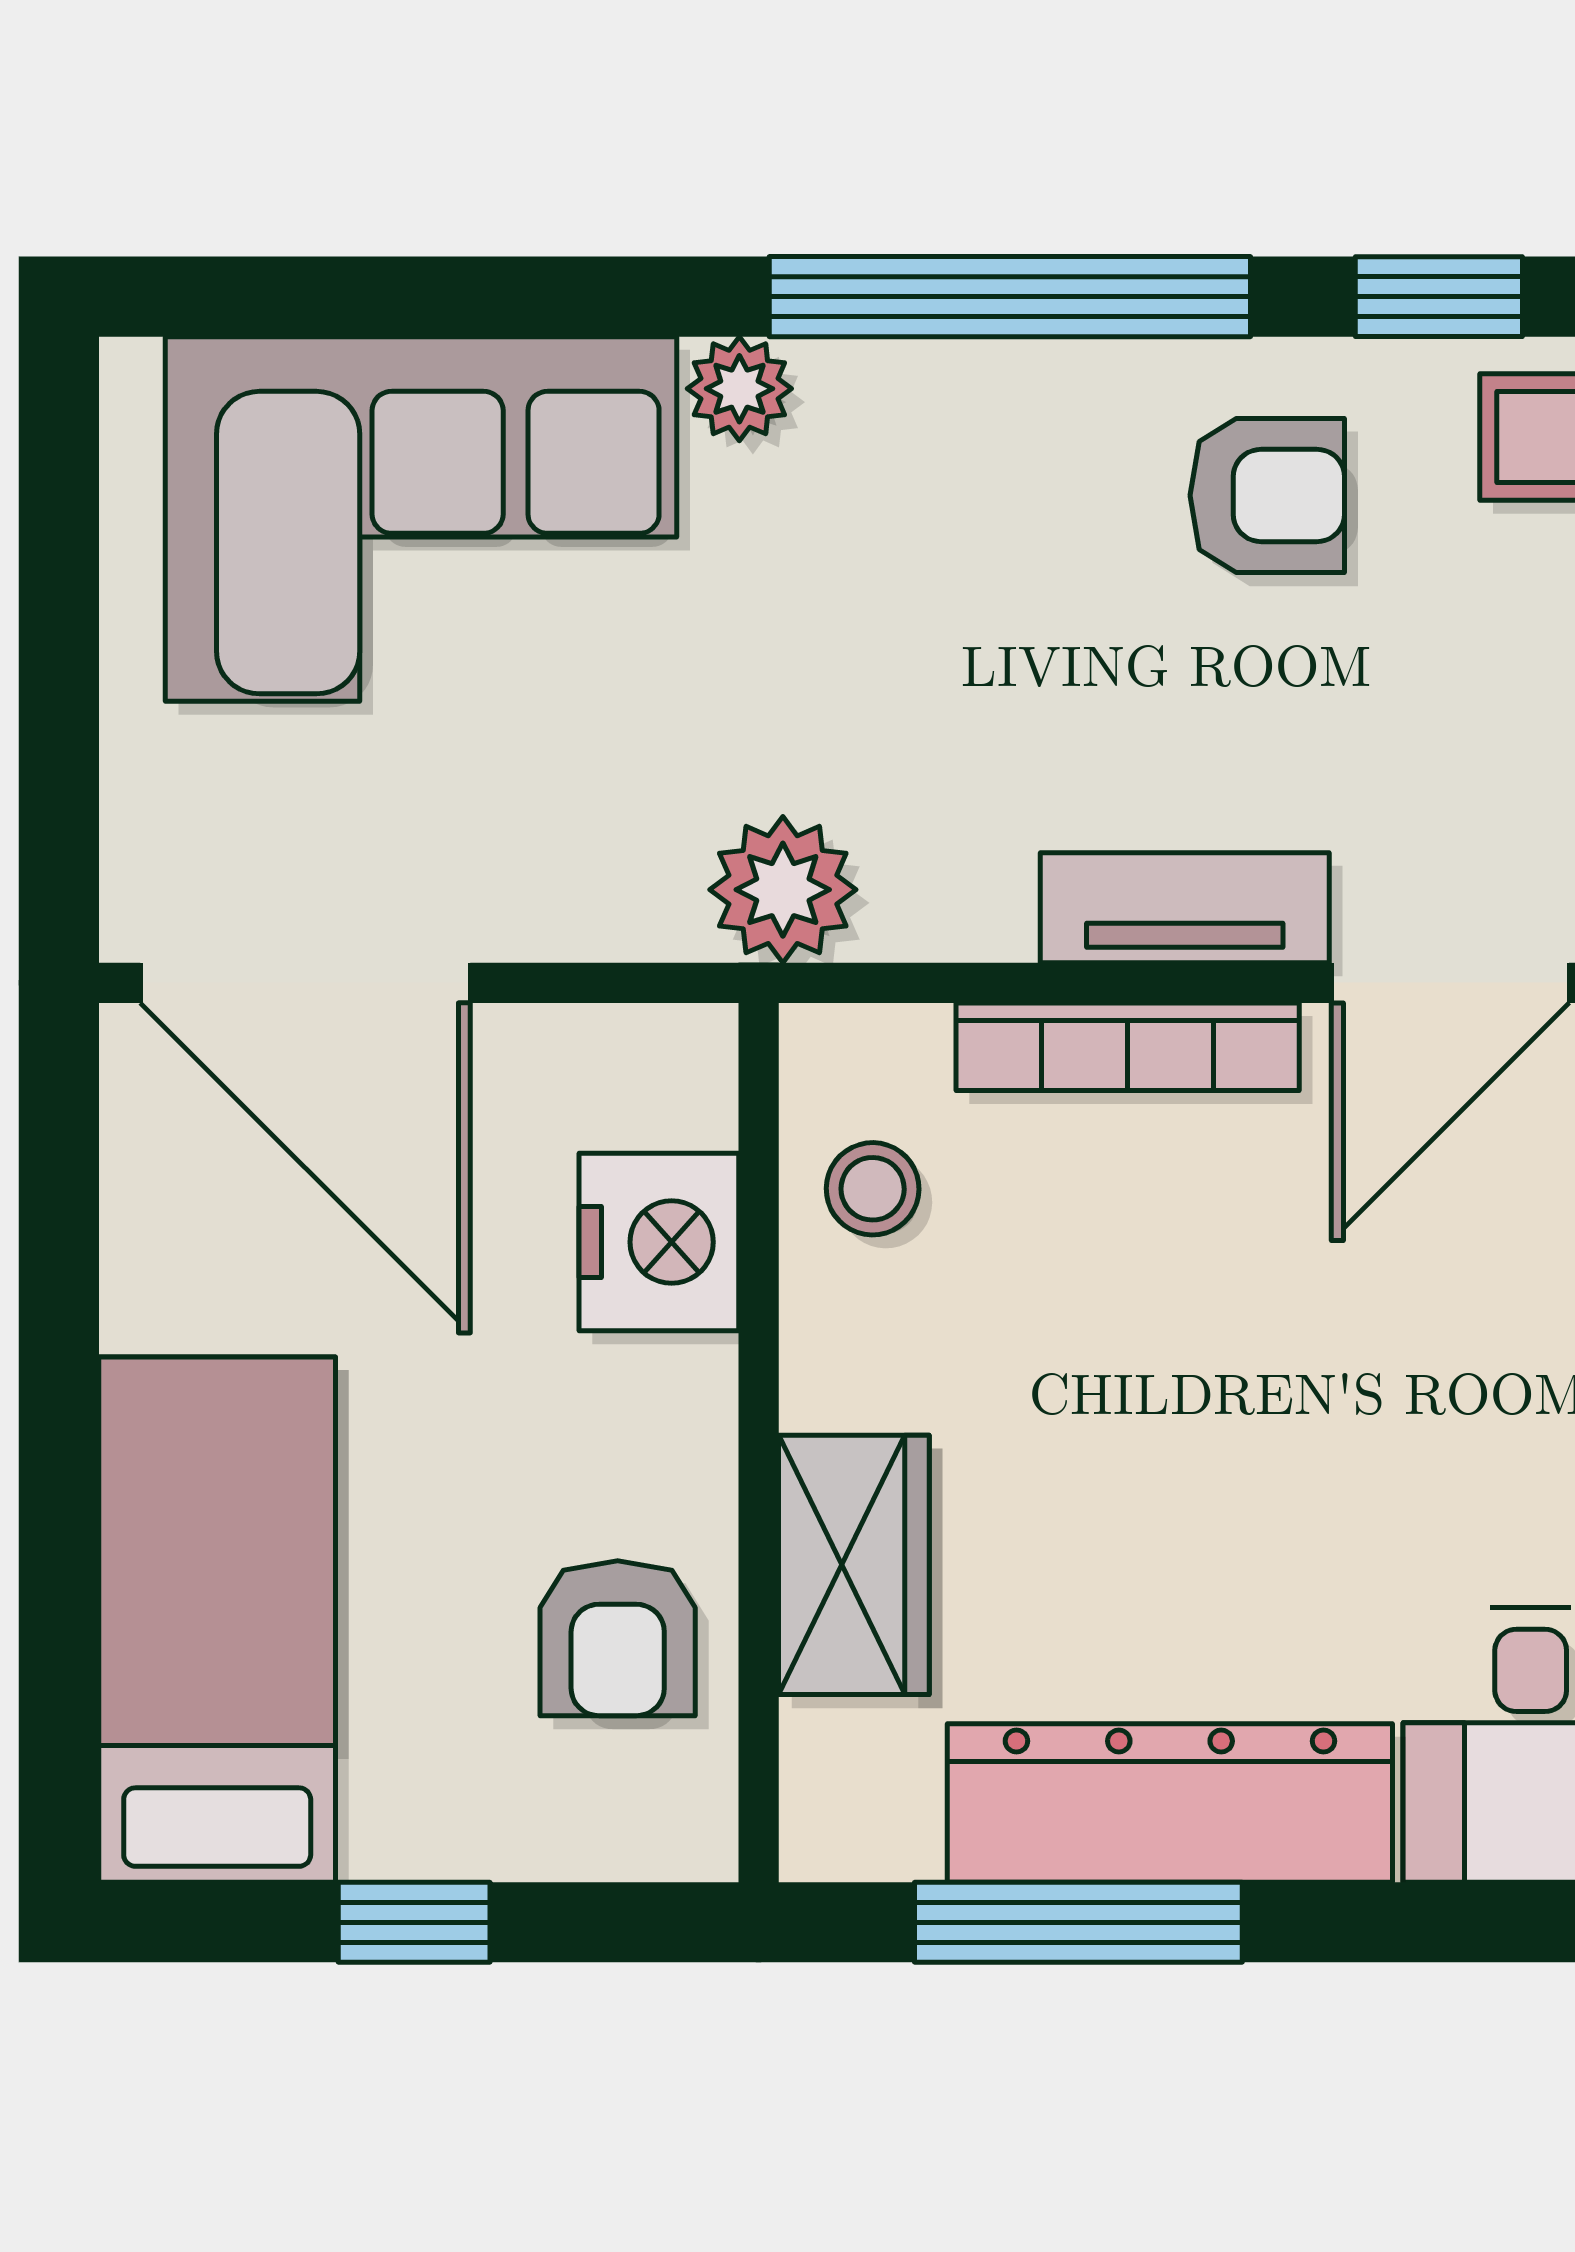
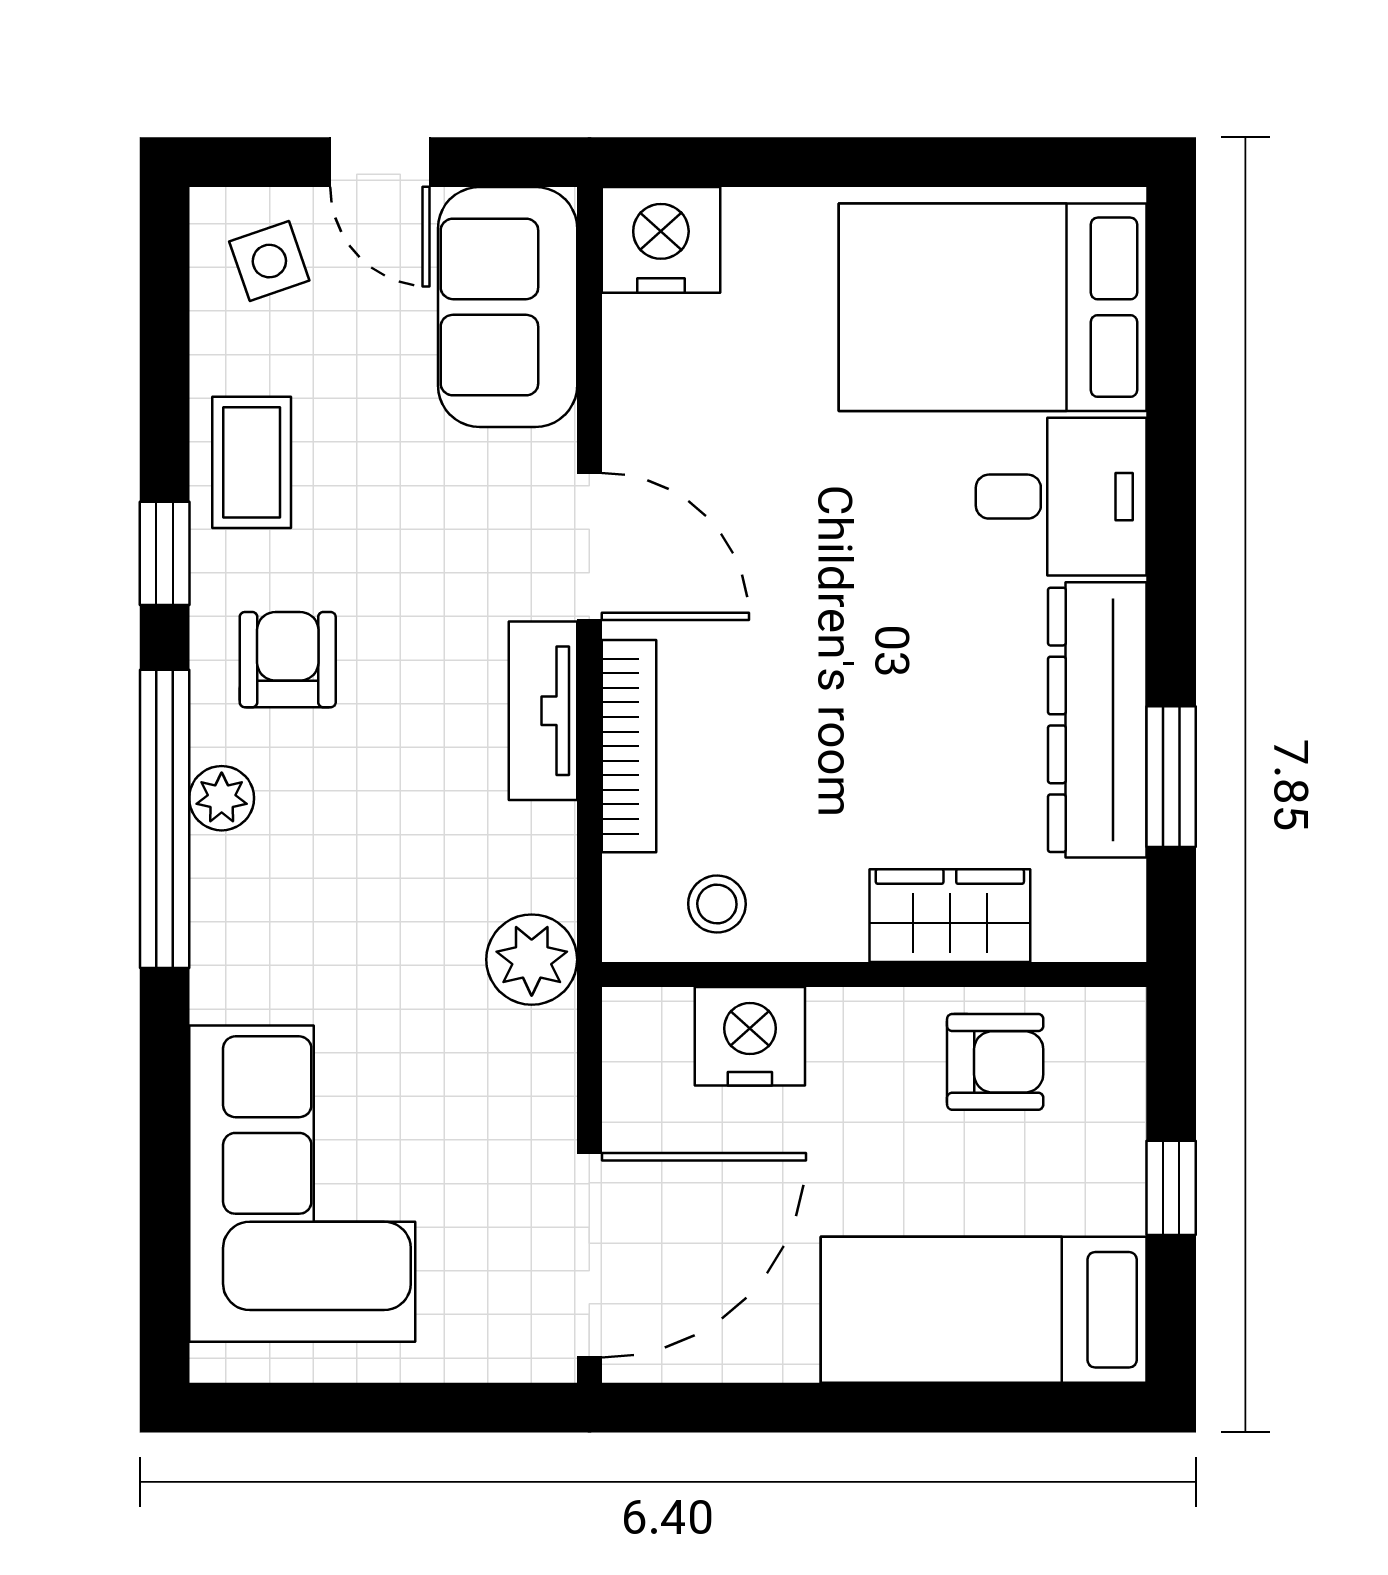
plant: (739, 389) -> (222, 798), moved
window: (1078, 1922) -> (1171, 777), width x0.69

